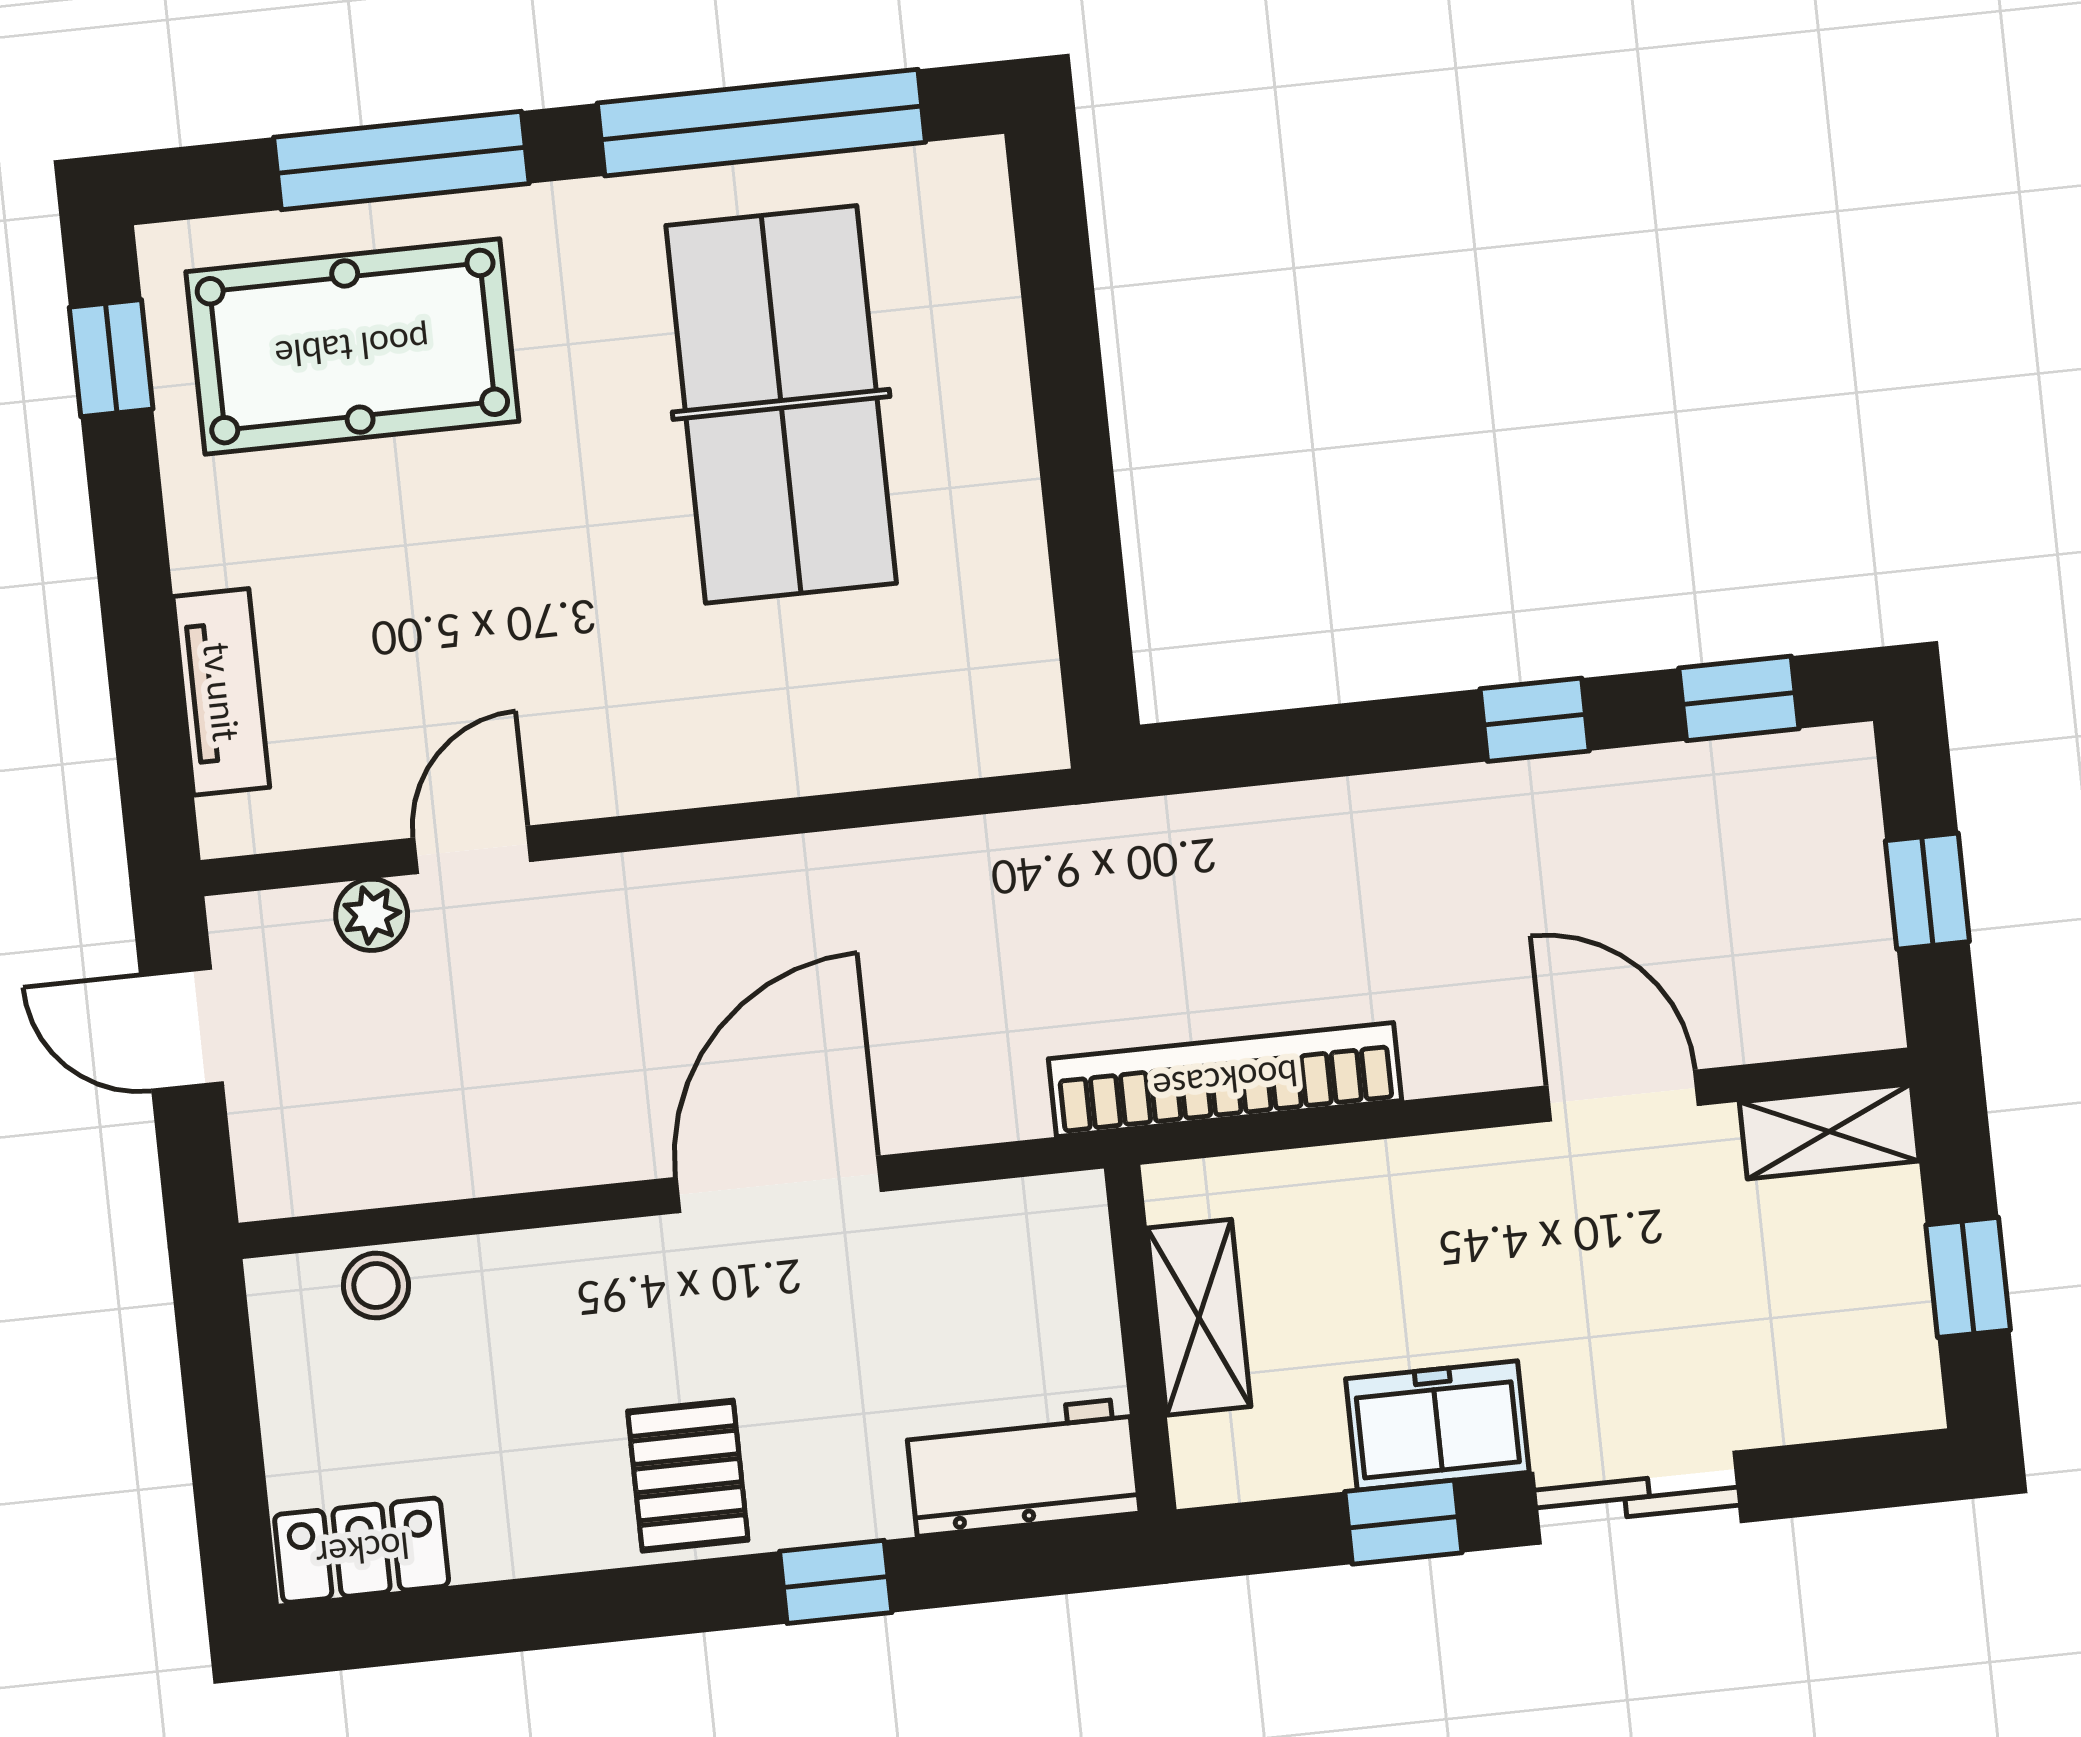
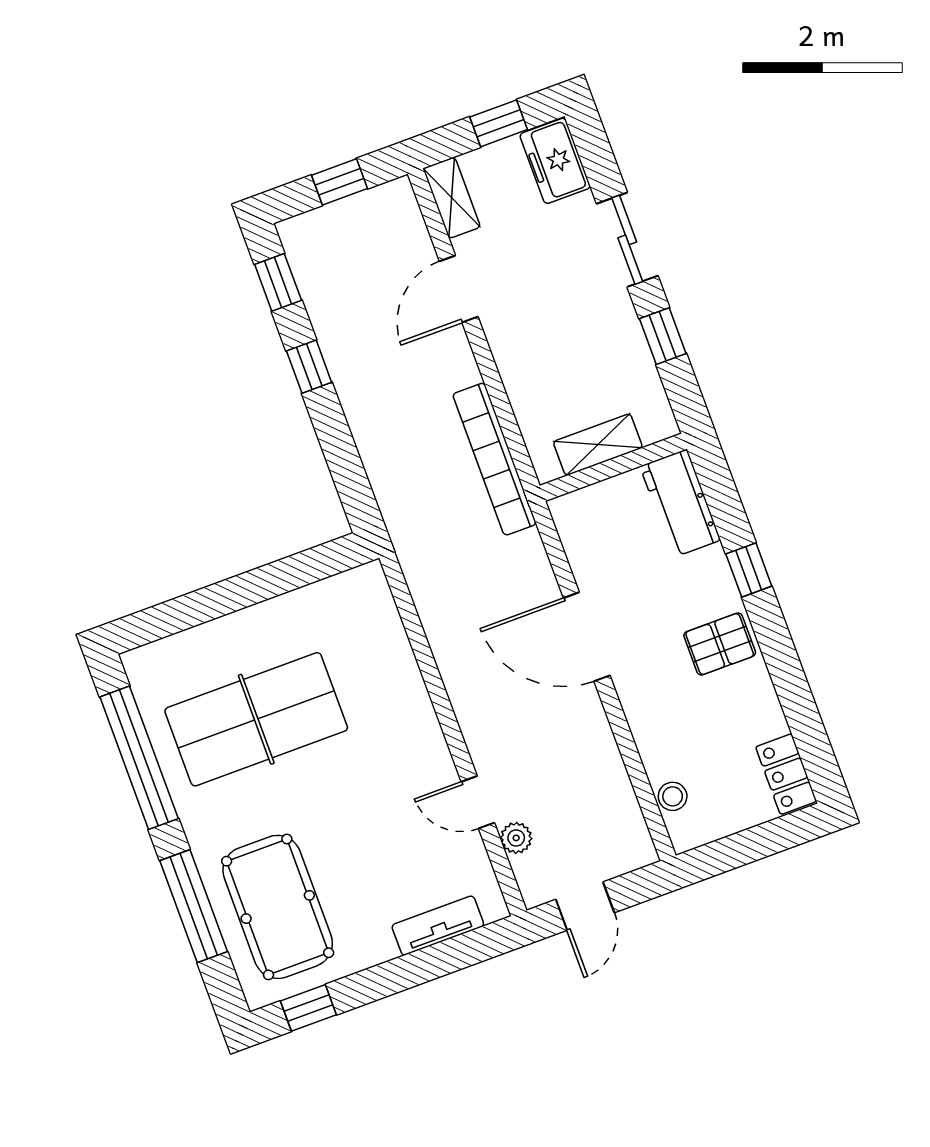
freezer: (1437, 1425) -> (555, 161), moved

